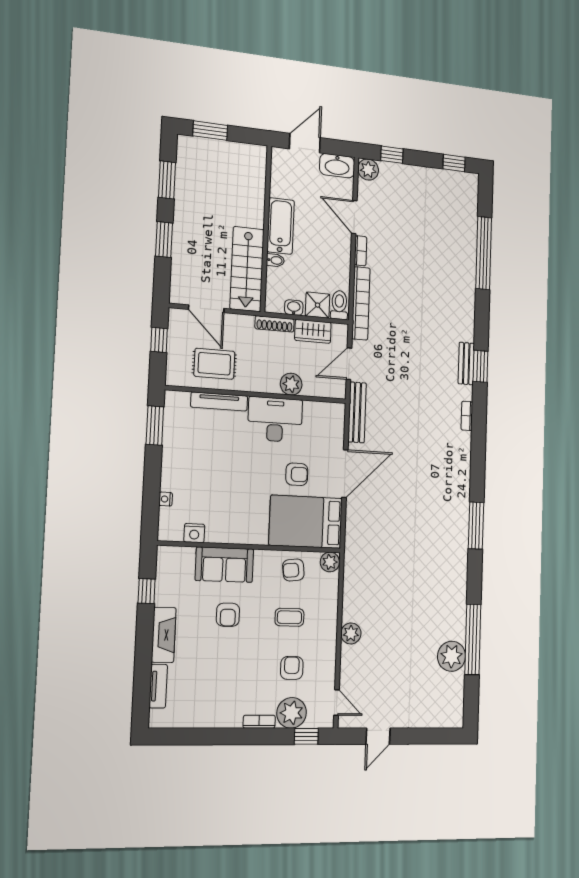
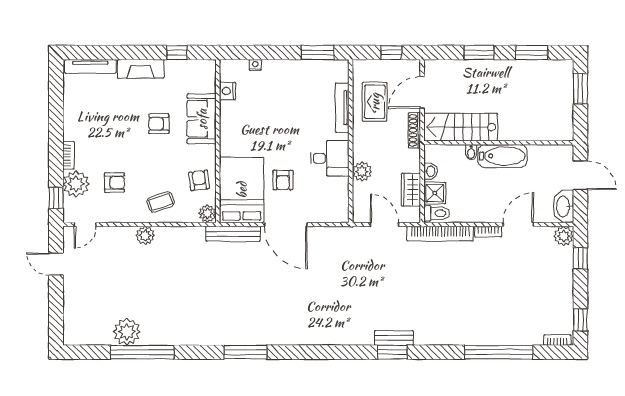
shoe rack: (275, 324) -> (414, 130), moved
bench: (357, 412) -> (233, 234), moved
bookcase: (467, 416) -> (557, 340), moved
desk: (275, 420) -> (330, 158), width x0.73
coffee table: (289, 617) -> (161, 202), moved, turned 71
tv unit: (158, 686) -> (90, 66), width x1.41

